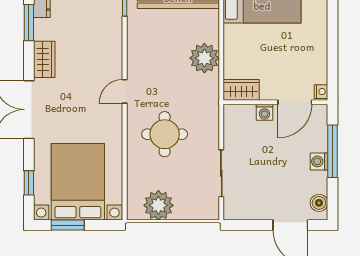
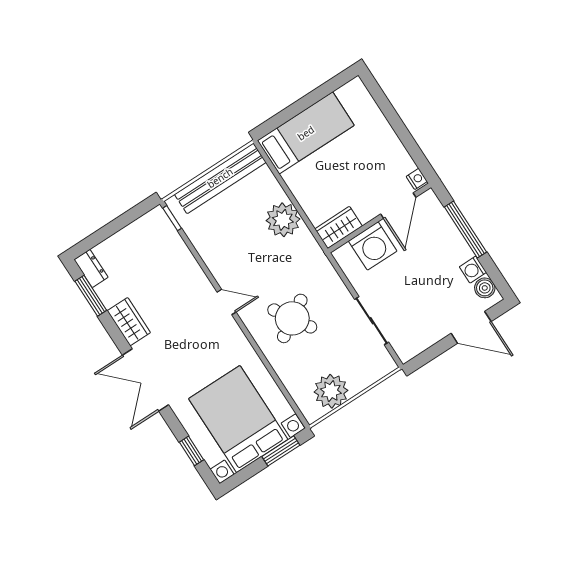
door: (125, 91) -> (227, 302), swing flipped
washing machine: (265, 112) -> (373, 246), width x1.89, depth x1.89
round table: (165, 134) -> (292, 318), turned -32
washing machine: (319, 161) -> (473, 270), moved
window: (68, 225) -> (281, 451), moved

